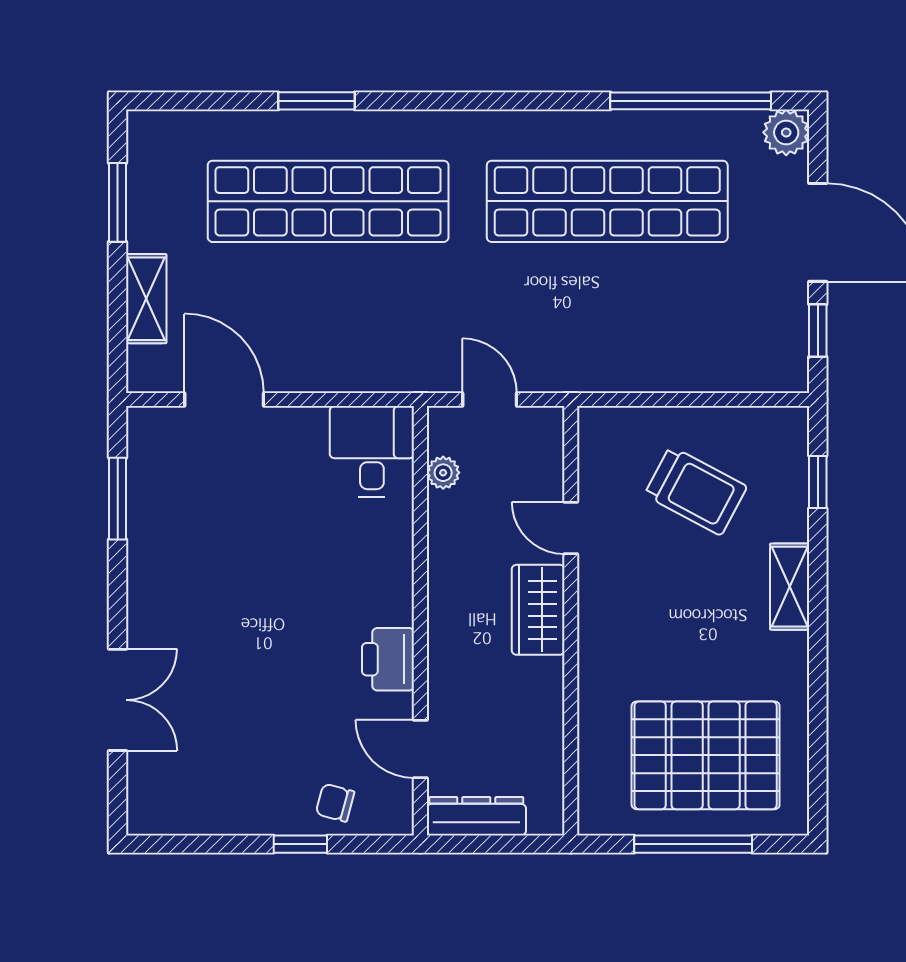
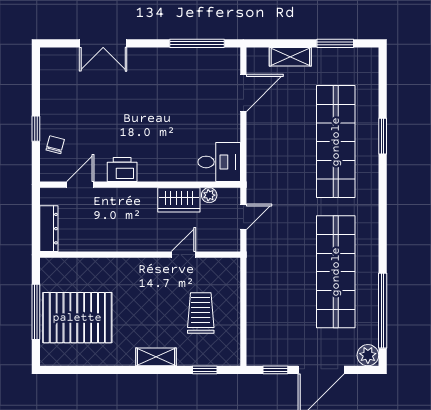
trolley: (696, 491) -> (201, 313), turned 152
window: (118, 499) -> (197, 43), width x1.44
wardrobe: (538, 610) -> (179, 200), moved, turned 180
pallet: (706, 755) -> (77, 318), turned 90
dresser: (476, 816) -> (49, 229), moved

